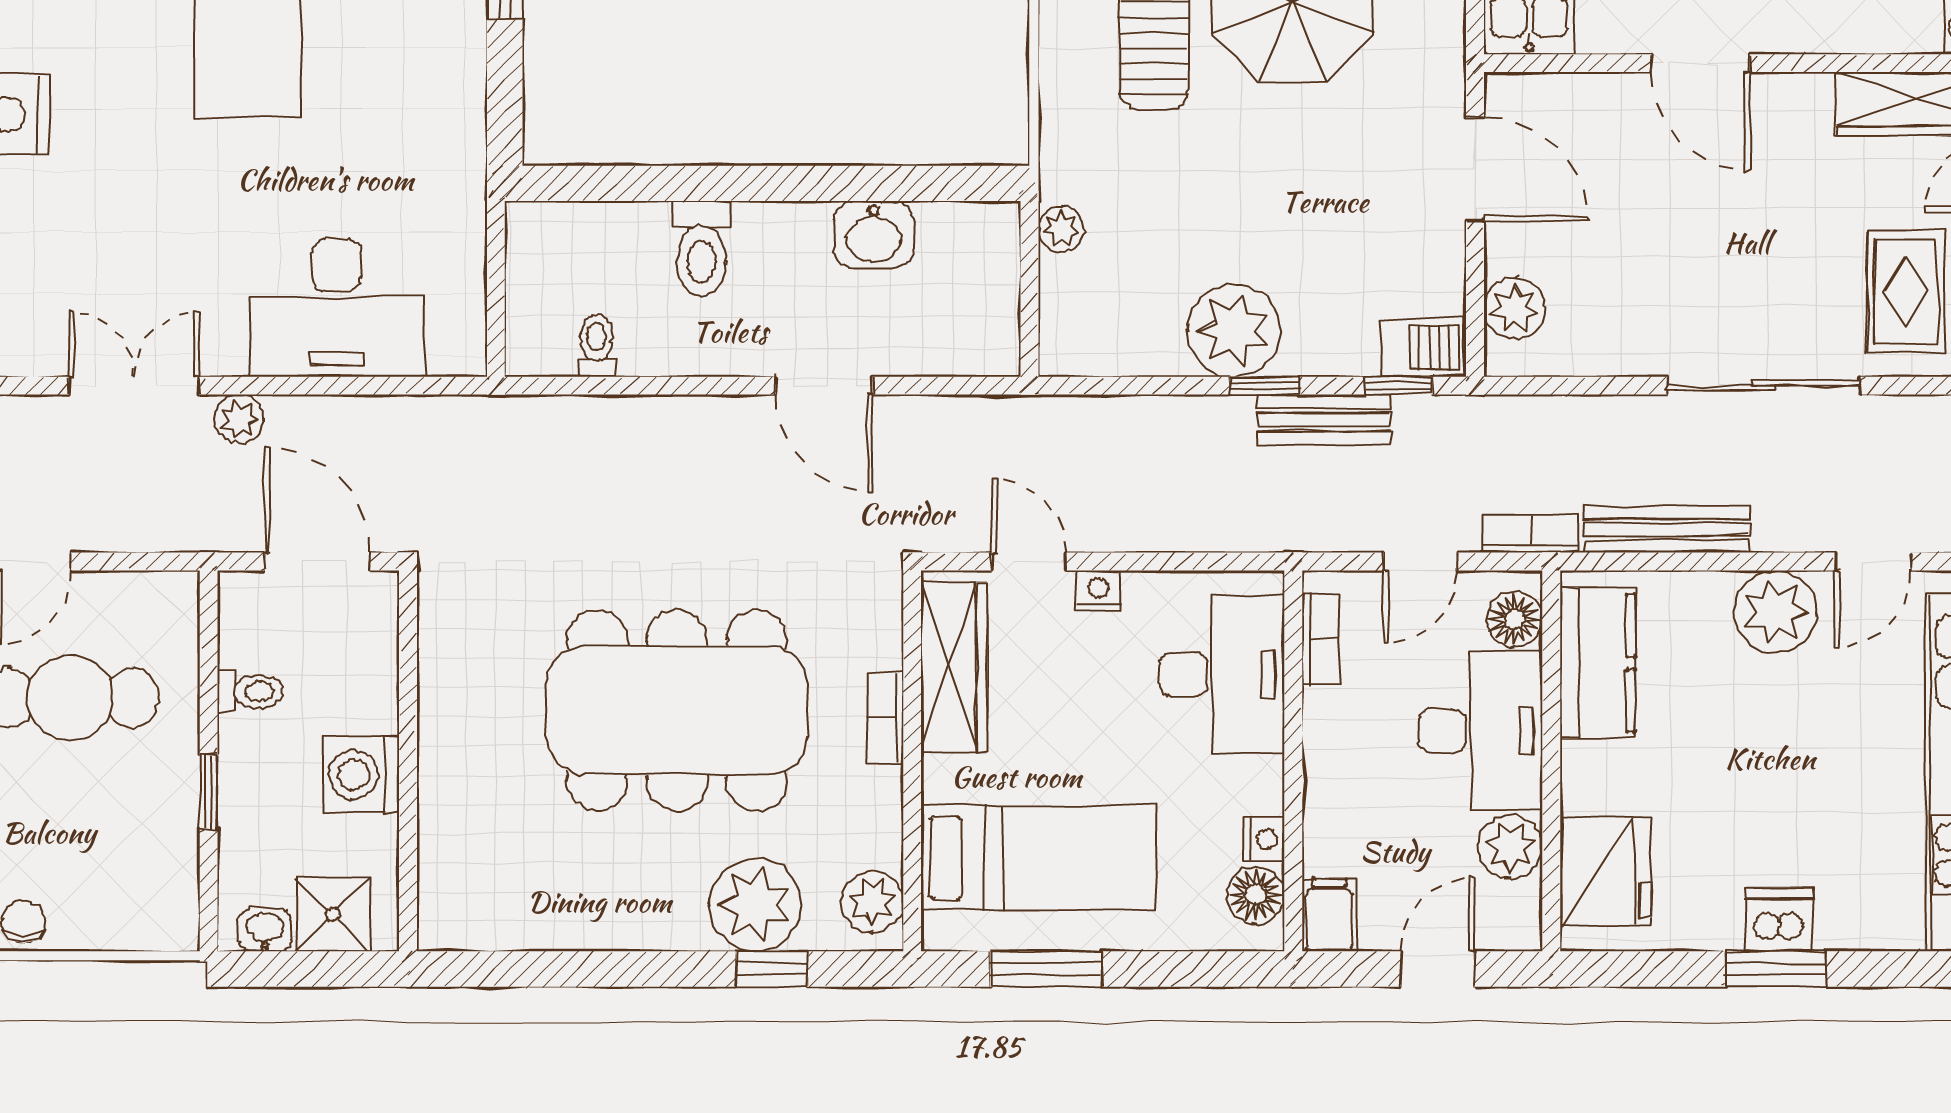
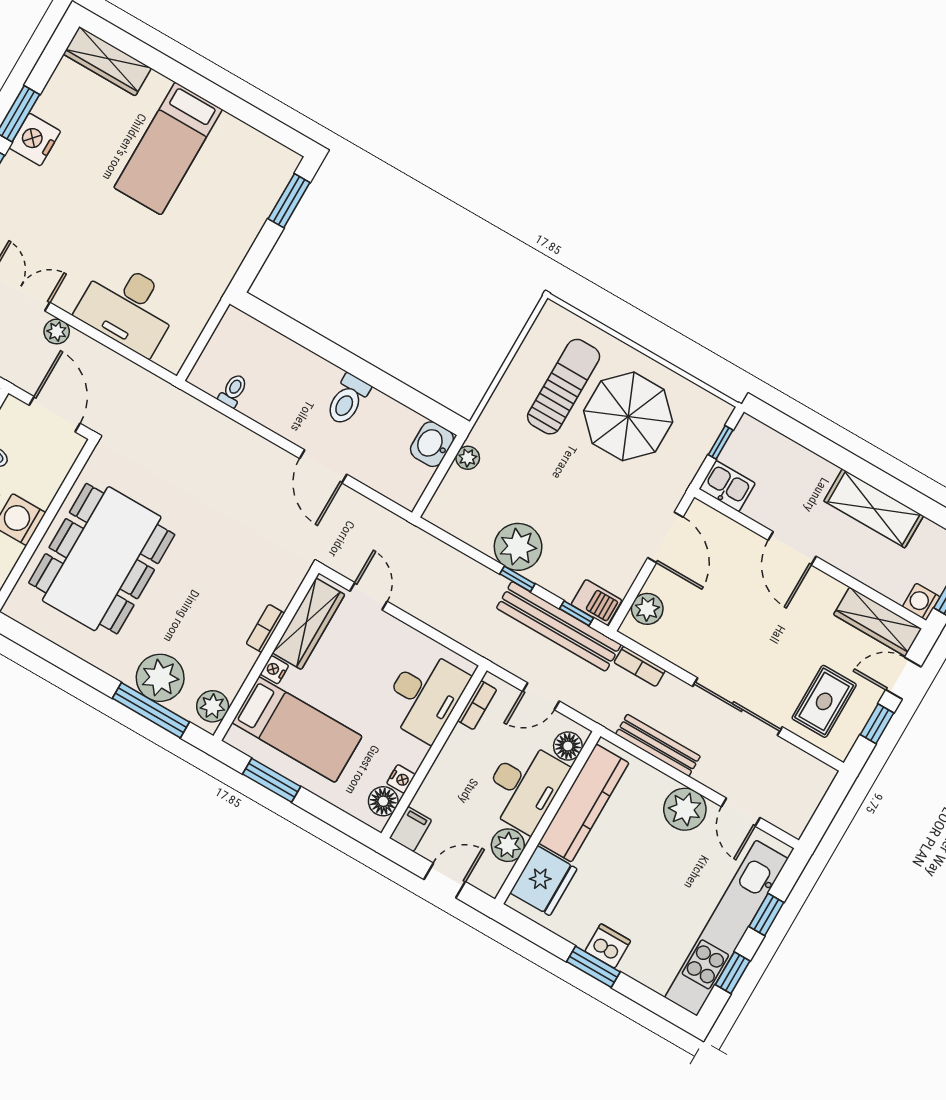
washbasin: (873, 235) -> (432, 444), moved, turned 90
toilet: (701, 249) -> (348, 400), moved
bench: (1324, 420) -> (559, 626), width x1.86, depth x1.21
bookcase: (1531, 534) -> (640, 666), moved, turned 180
door: (1873, 562) -> (741, 812), hinge flipped
nightstand: (1098, 591) -> (274, 670), moved, turned -90
kitchen counter: (1598, 663) -> (584, 803), width x1.50
dining table: (677, 710) -> (102, 559), moved, turned 90
window: (772, 969) -> (151, 710), width x2.17

